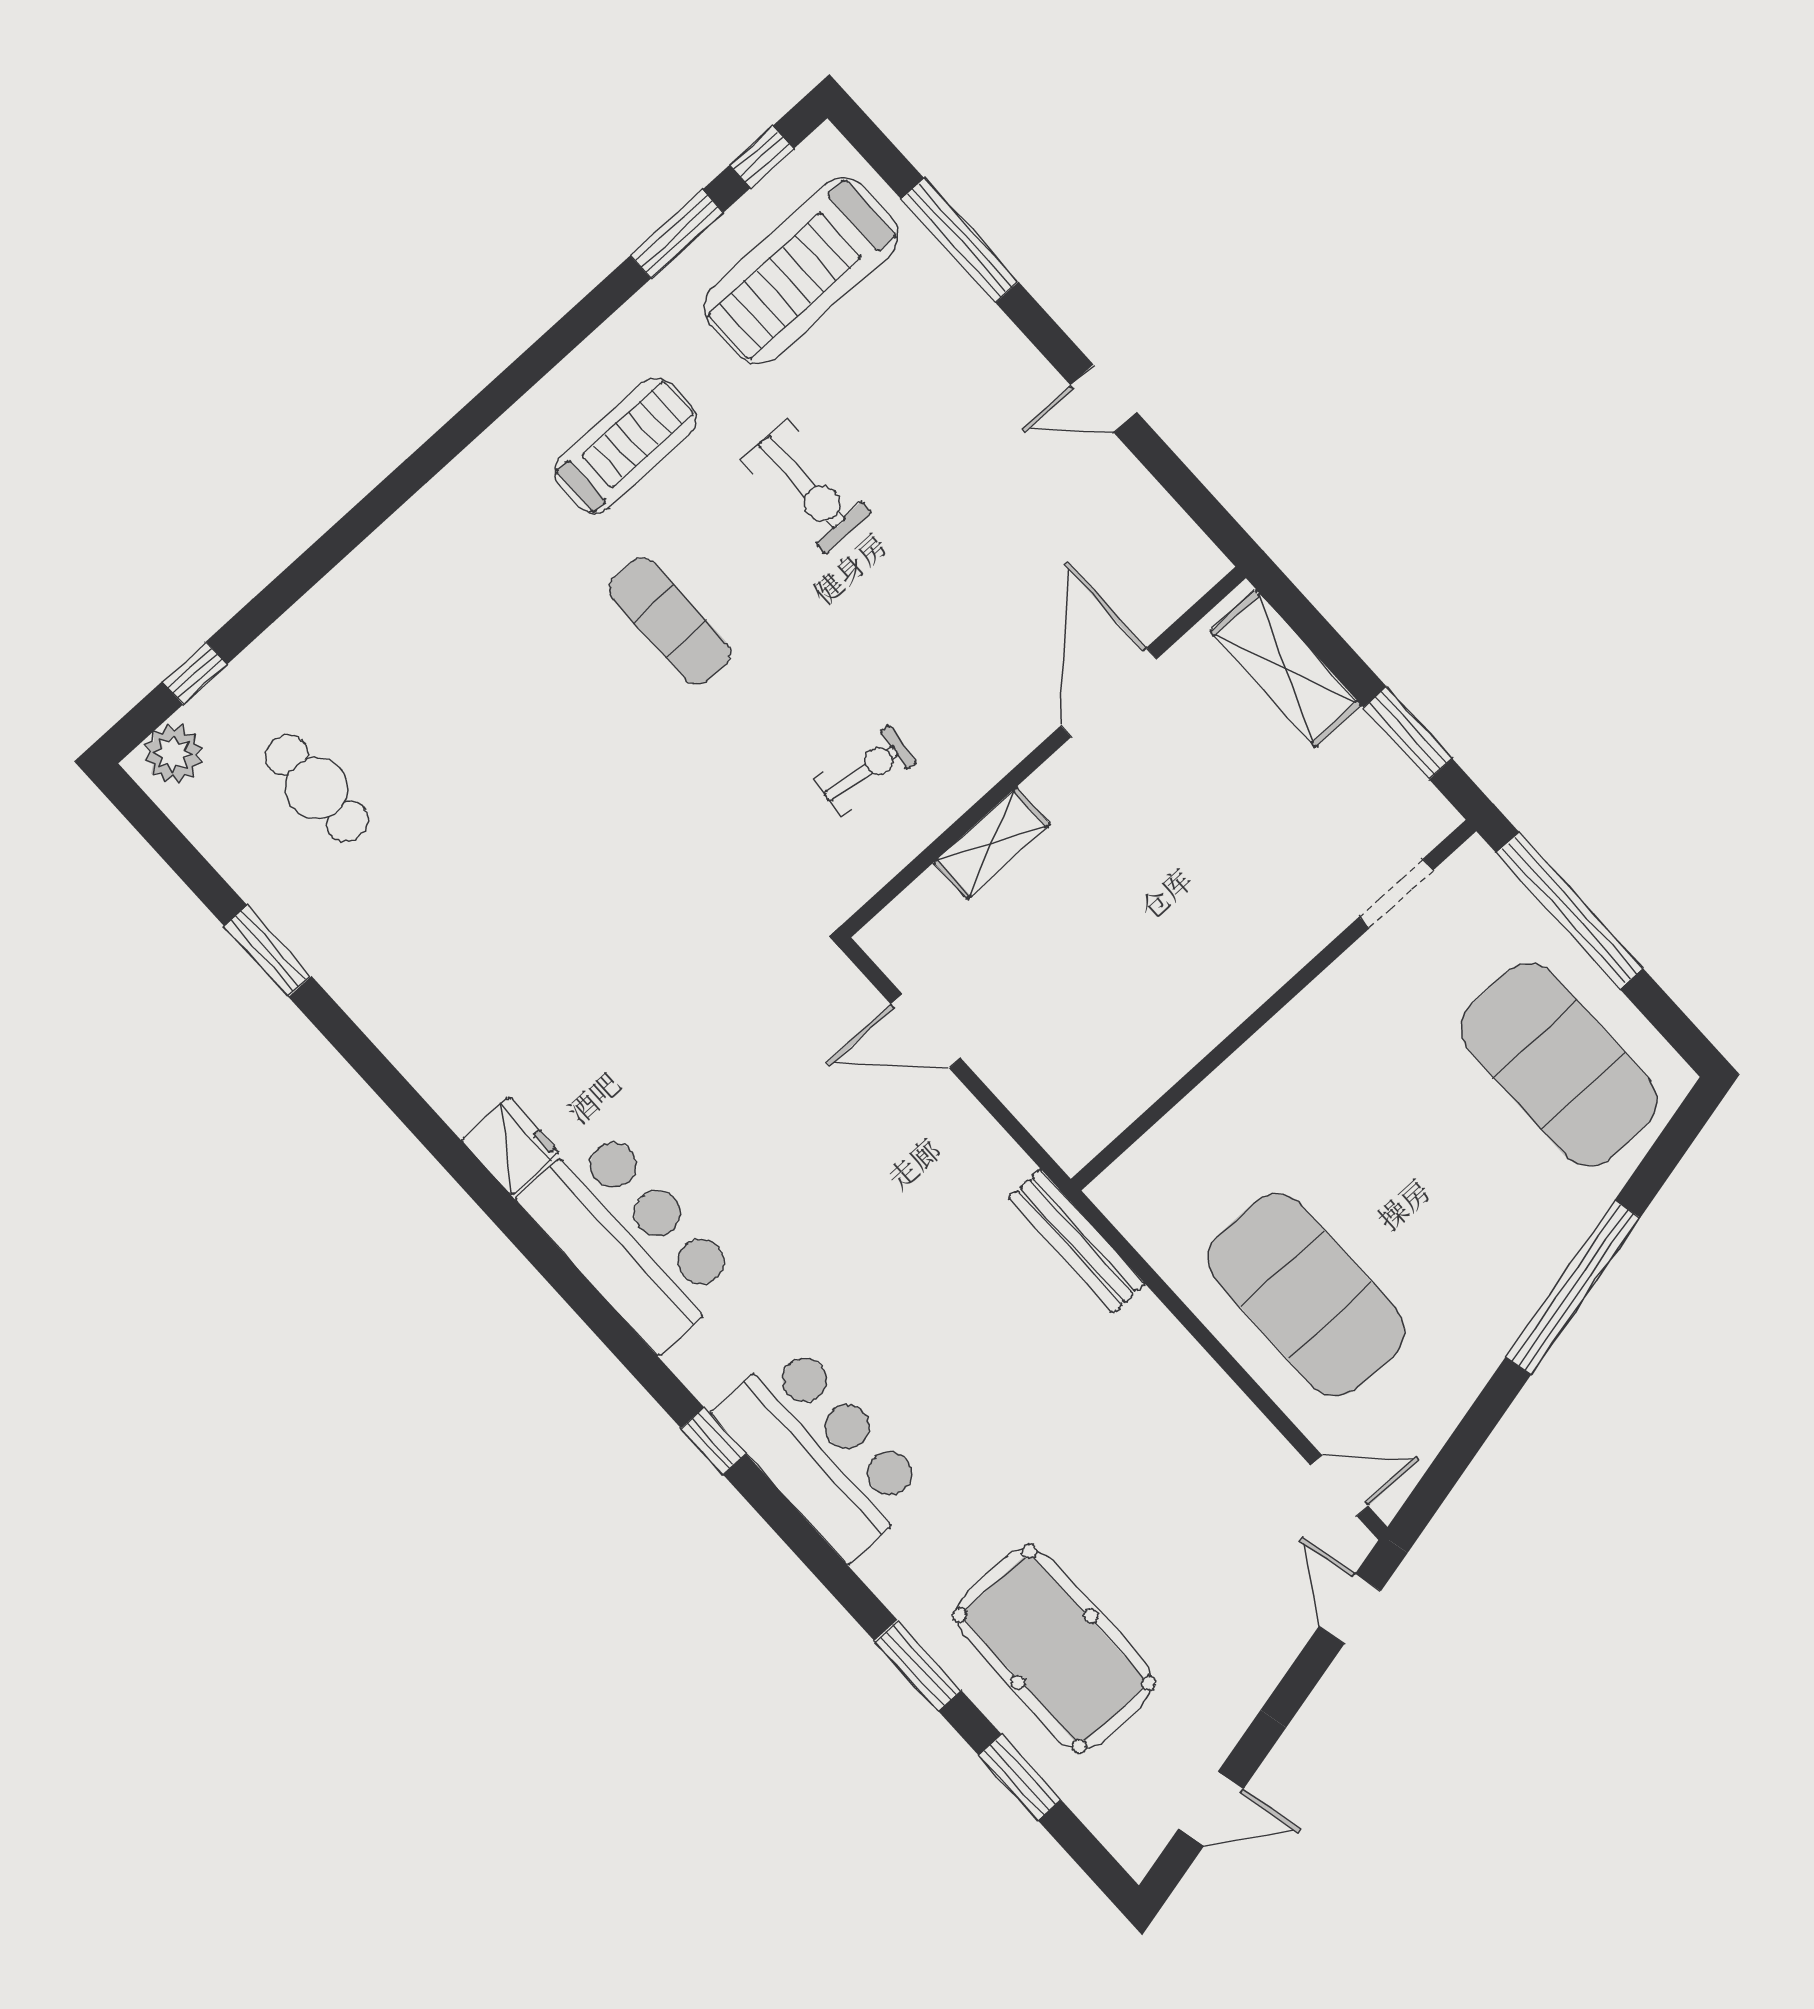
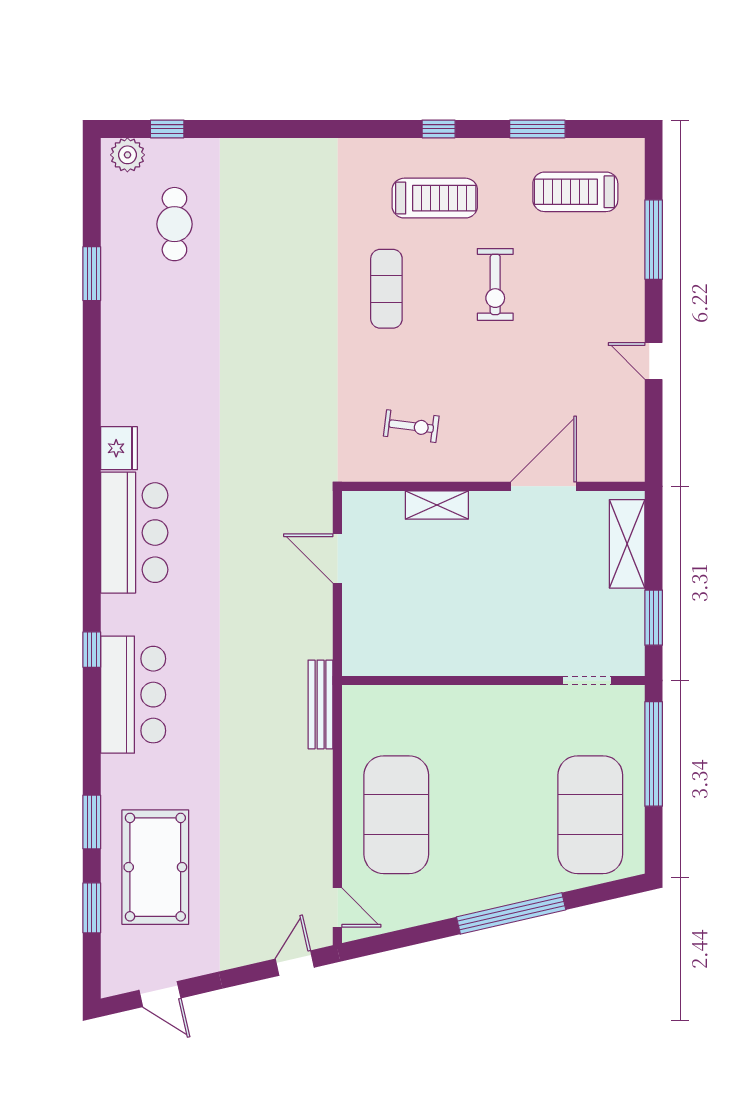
window: (762, 157) -> (439, 129), moved
treadmill: (801, 271) -> (575, 192), width x0.73, depth x0.73

